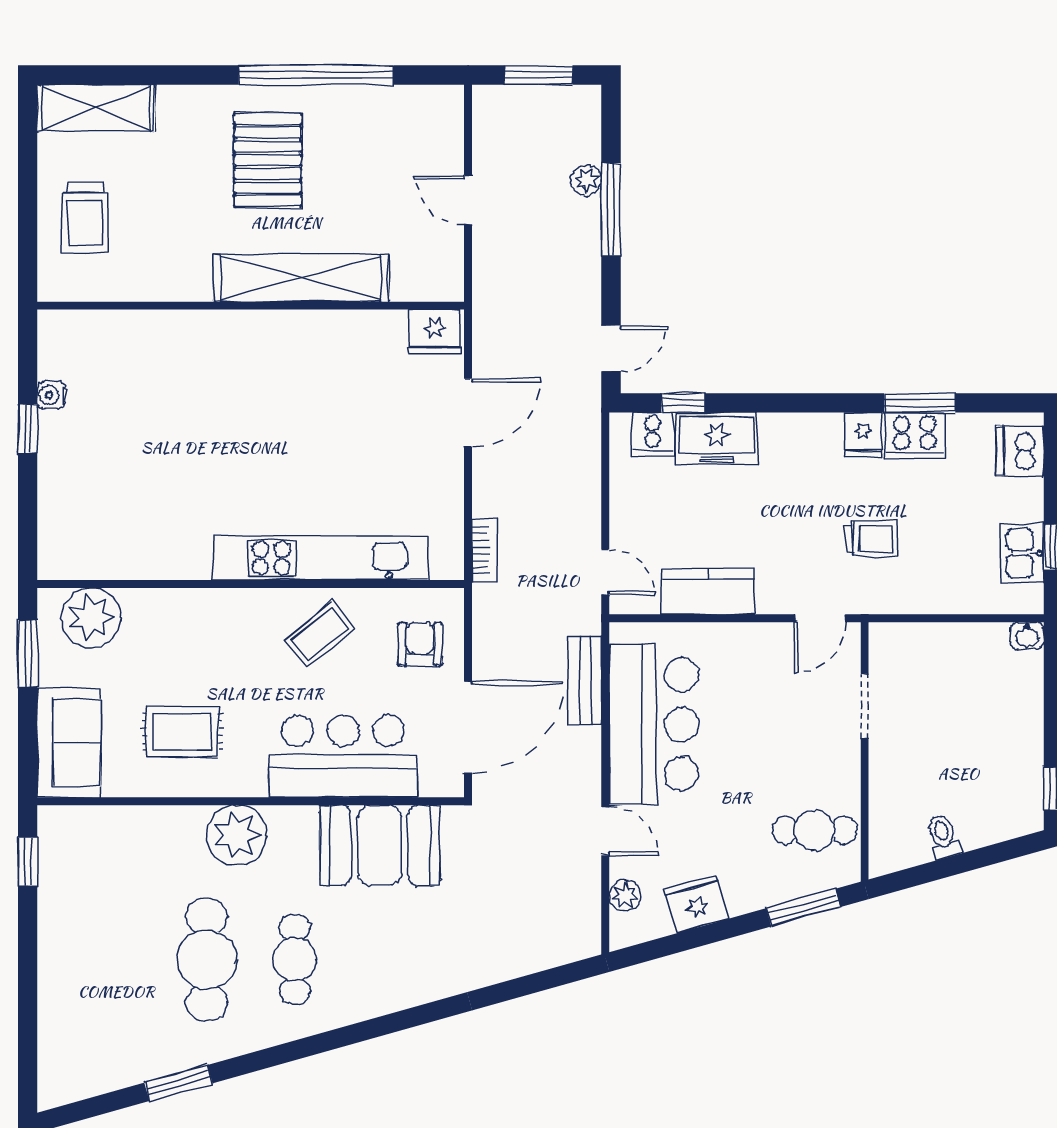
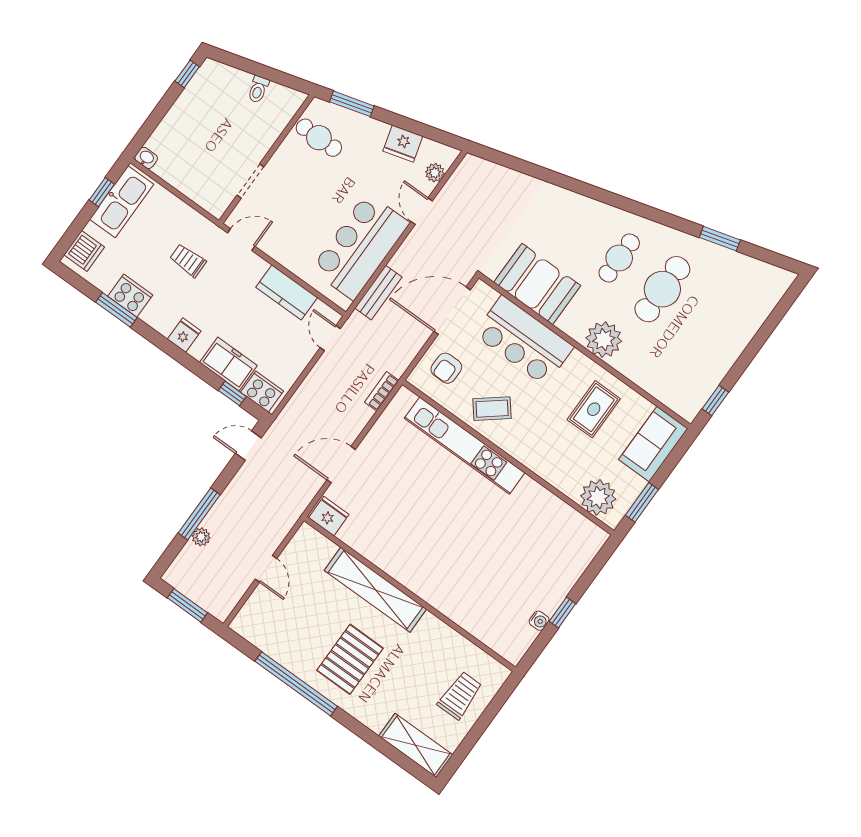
cooker: (653, 434) -> (262, 392), width x1.36
fridge: (863, 435) -> (184, 335), moved
kitchen sink: (1023, 553) -> (122, 202), width x1.87, depth x1.24
rug: (183, 732) -> (594, 409), turned 90

